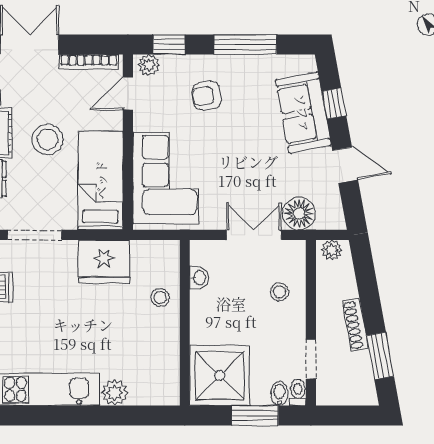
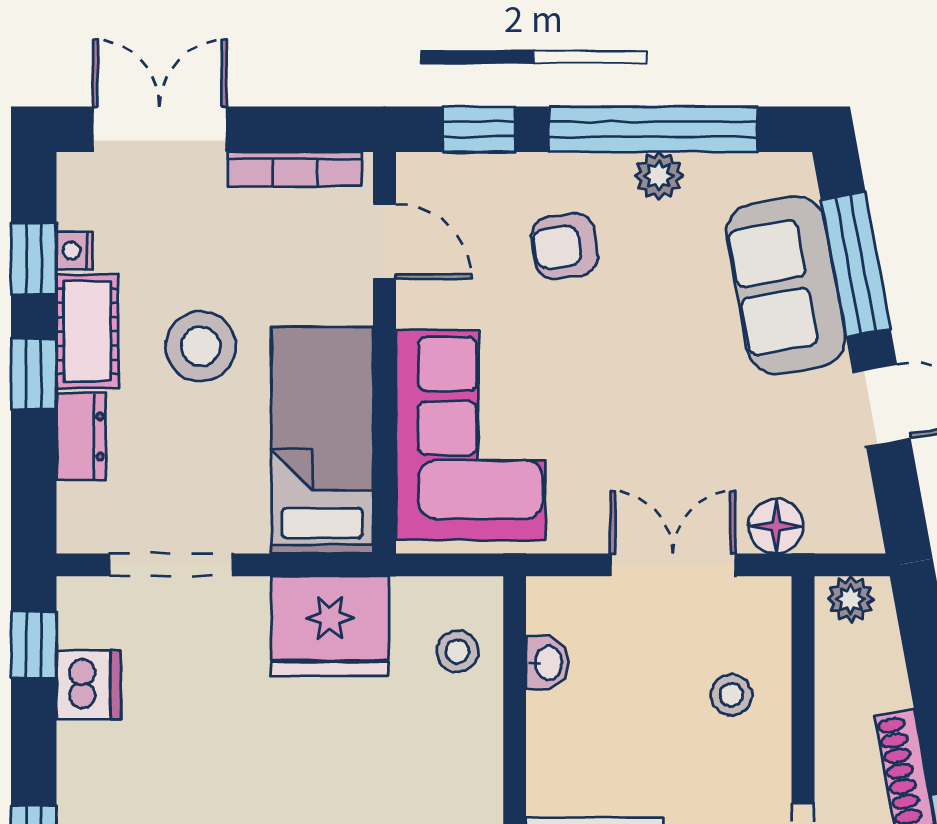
window: (245, 44) -> (653, 129), width x1.46
plant: (149, 65) -> (659, 176), moved
door: (128, 93) -> (384, 241), swing flipped
window: (334, 104) -> (856, 264), width x2.17
floor lamp: (299, 214) -> (776, 526), width x0.73, depth x0.73
stool: (160, 298) -> (457, 651), moved

